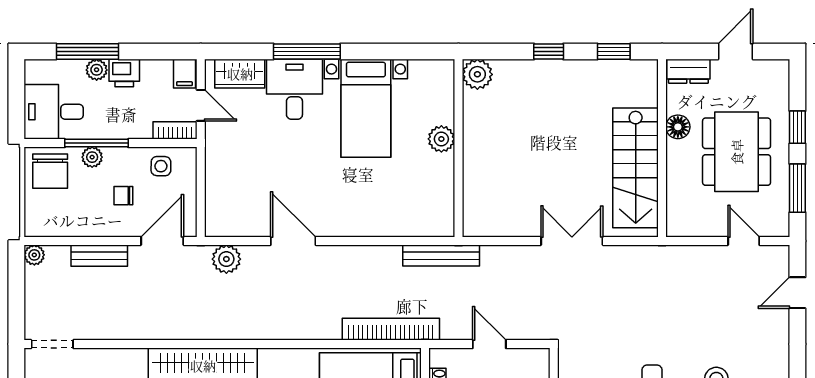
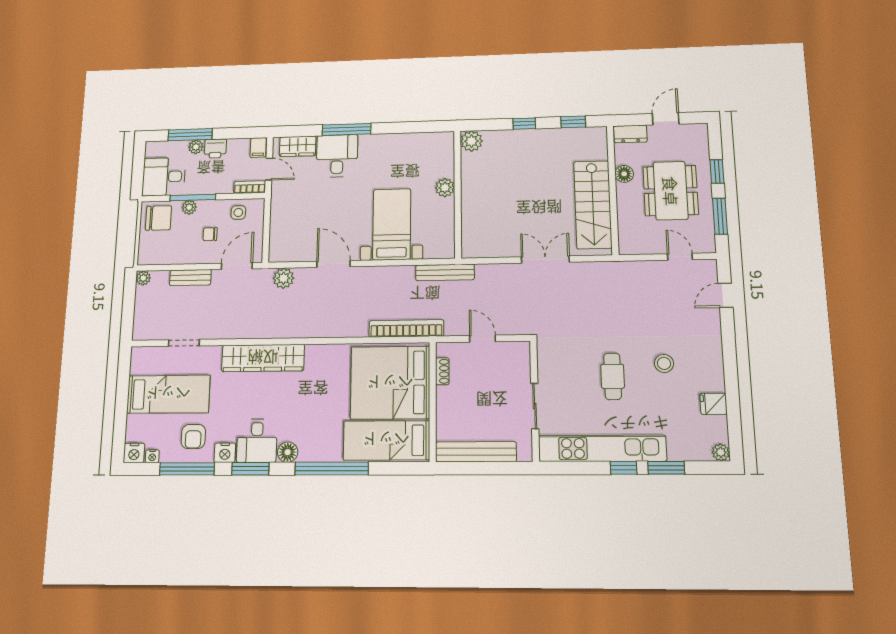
bed with nightstands: (366, 108) -> (392, 224), moved, turned 180
chair: (50, 171) -> (159, 218), turned -90
doorway: (52, 344) -> (184, 343), moved

